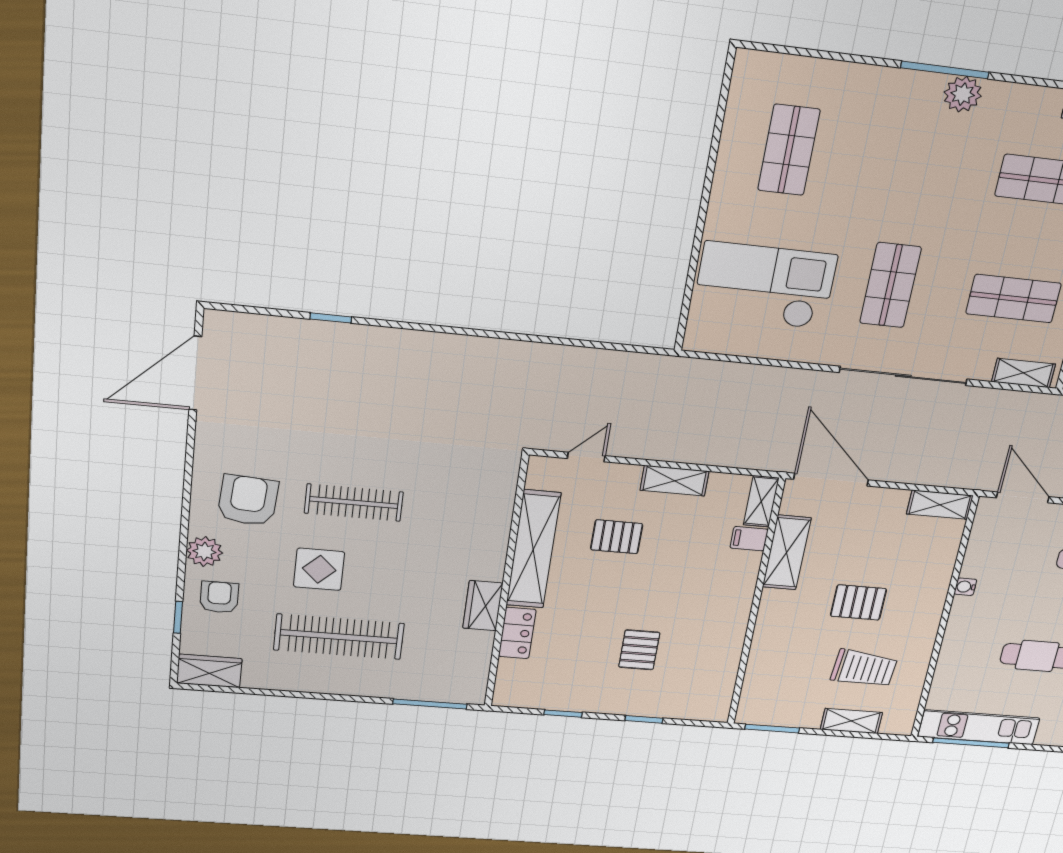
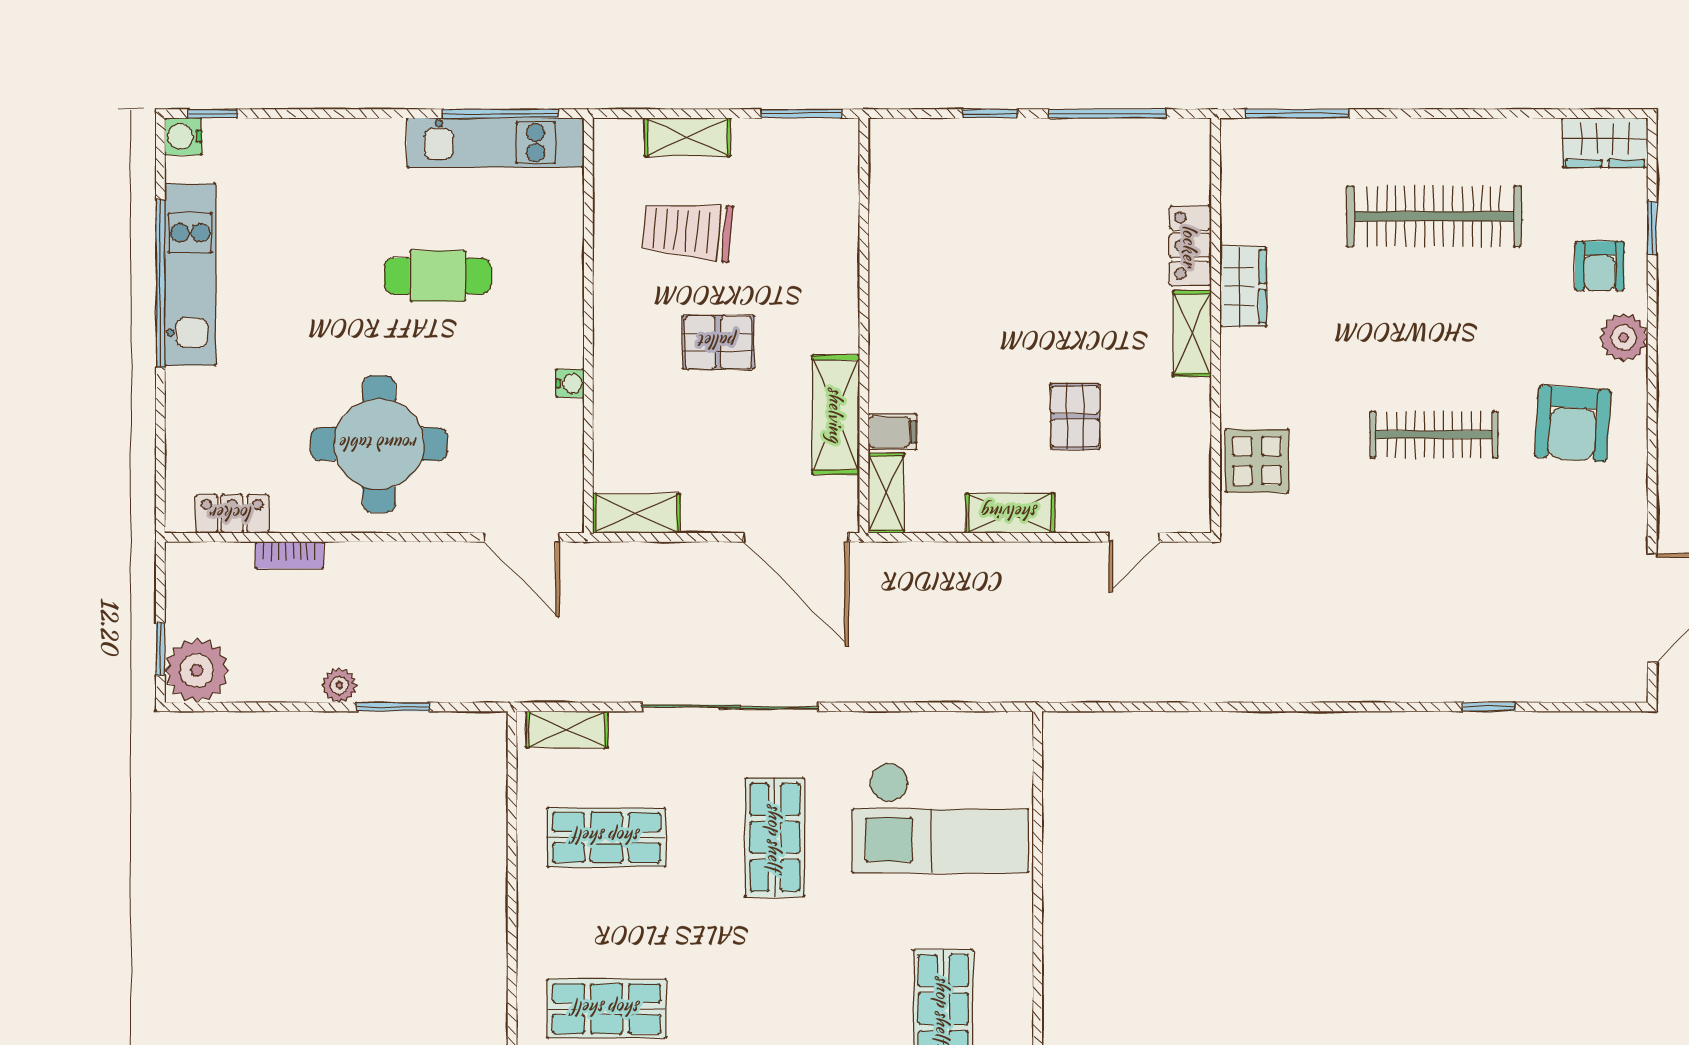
pallet: (617, 537) -> (1075, 416), turned 90
shelving: (533, 549) -> (1192, 334), width x0.45, depth x0.75
display table: (319, 569) -> (1257, 461), moved
pallet: (639, 650) -> (1016, 233), removed
window: (563, 714) -> (1107, 114), width x2.17

